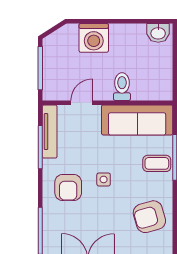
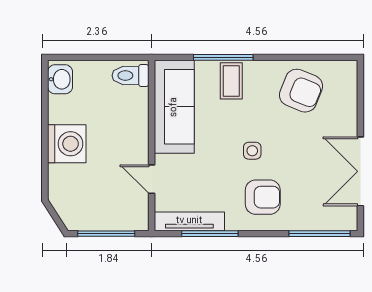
washing machine: (94, 38) -> (67, 144), moved
toilet: (122, 87) -> (130, 76), moved
armchair: (149, 217) -> (301, 91), turned -52

